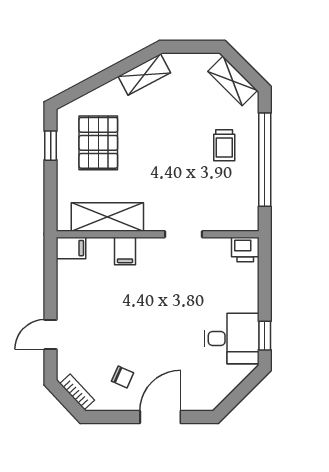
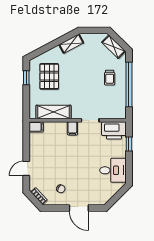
printer: (245, 249) -> (114, 130), width x1.87, depth x1.48
filing cabinet: (125, 251) -> (72, 128), moved
window: (265, 336) -> (129, 144), moved
door: (160, 417) -> (79, 208), swing flipped

